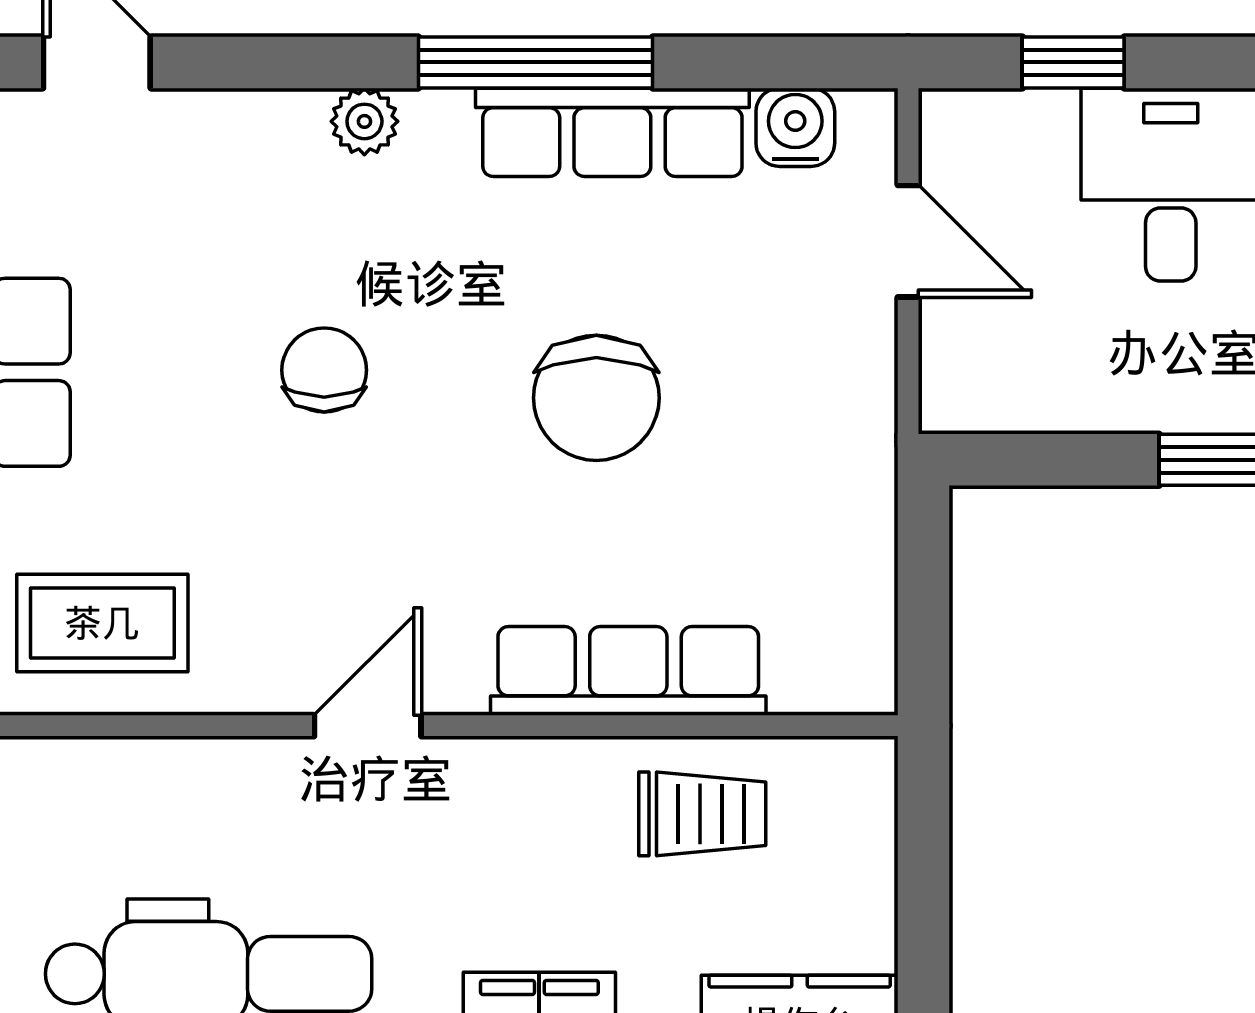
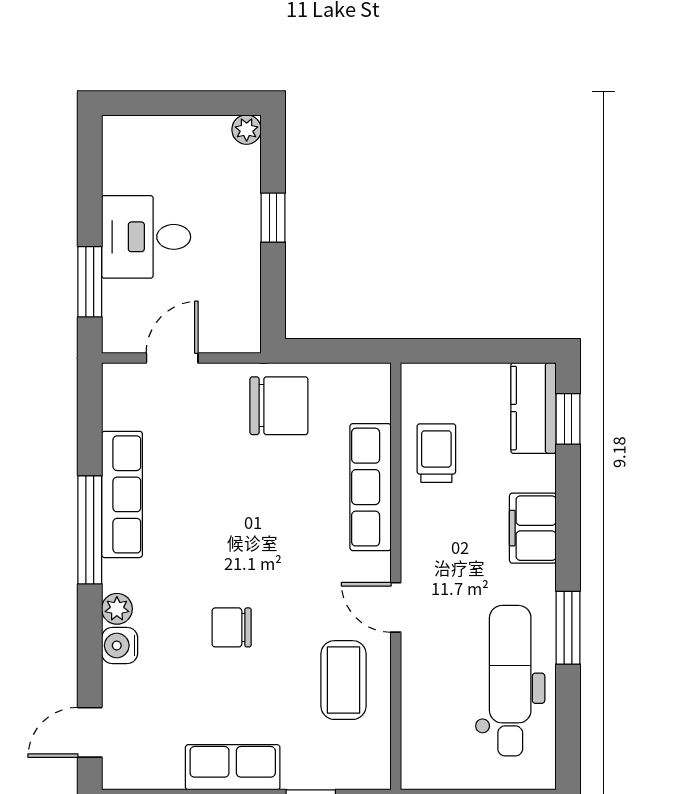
window: (1073, 62) -> (90, 282), width x1.50
water cooler: (795, 127) -> (120, 645), moved
chair: (596, 398) -> (279, 406), moved
coffee table: (102, 623) -> (343, 680), moved

